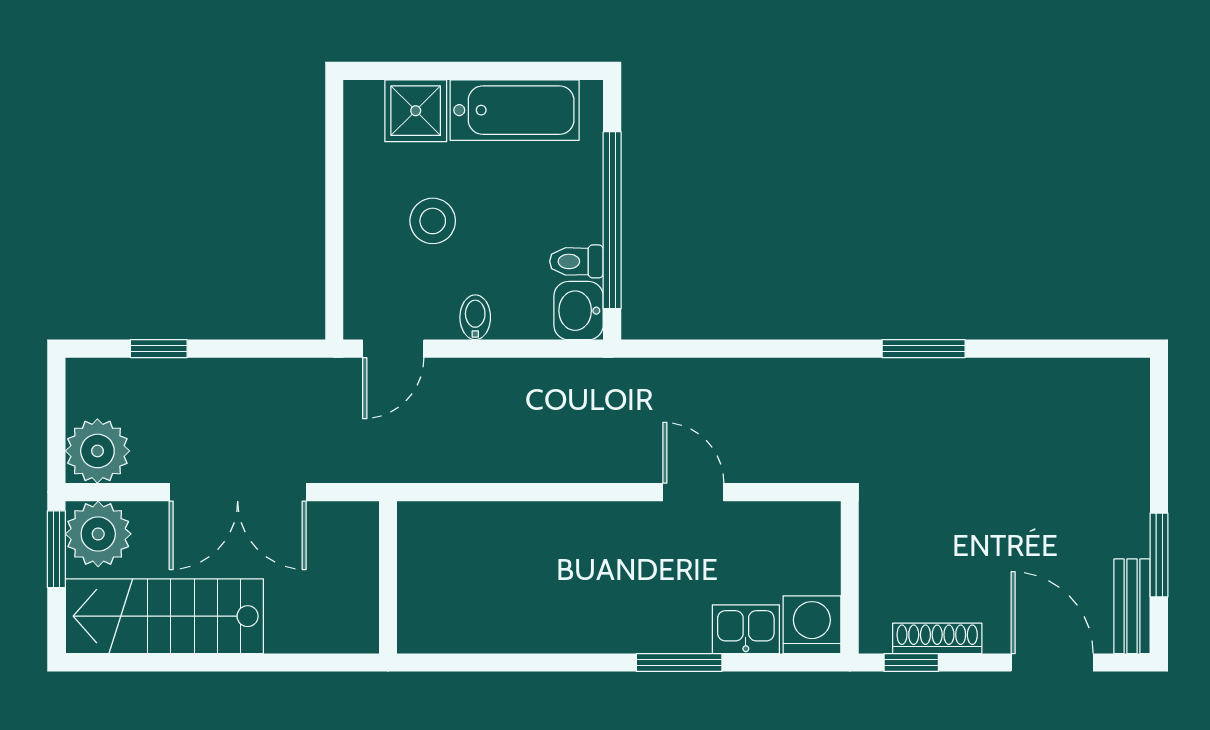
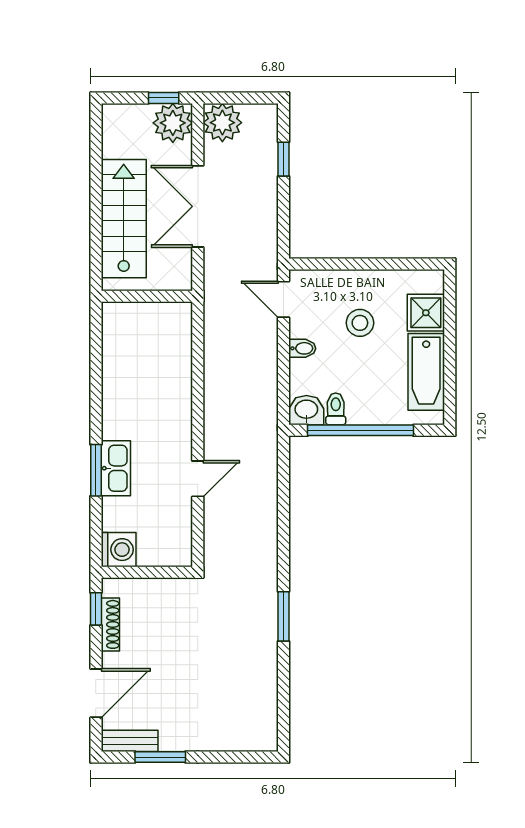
window: (56, 549) -> (164, 98), width x0.67
stairs: (164, 616) -> (124, 219), moved
kitchen sink: (746, 629) -> (116, 468), moved, width x1.38

